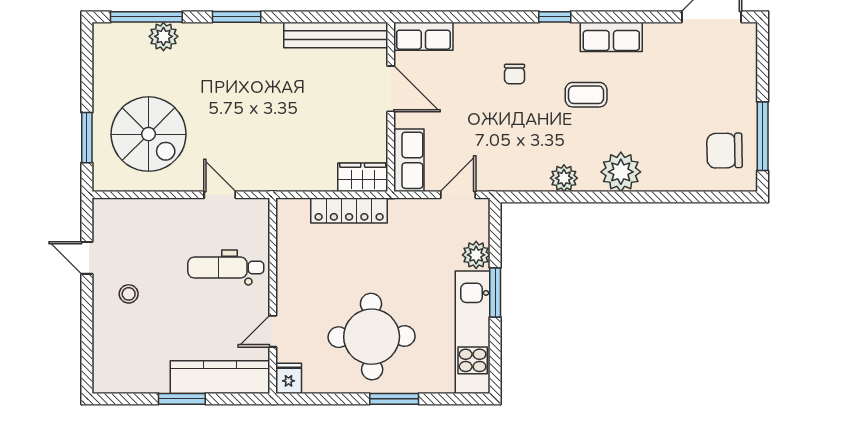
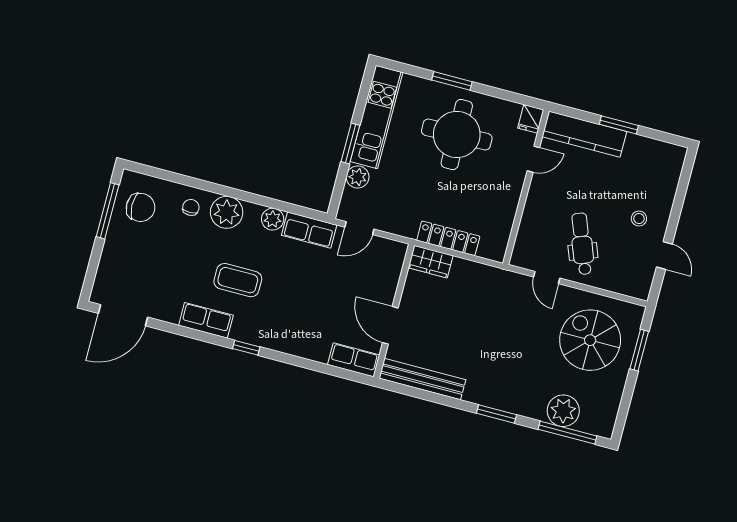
plant: (163, 36) -> (563, 411), width x1.36, depth x1.36
chair: (515, 74) -> (191, 207), moved
coffee table: (586, 95) -> (238, 280), width x1.36, depth x1.30
row of seats: (409, 160) -> (309, 230), moved, turned -90
dental chair: (226, 268) -> (582, 244), moved, turned -111

